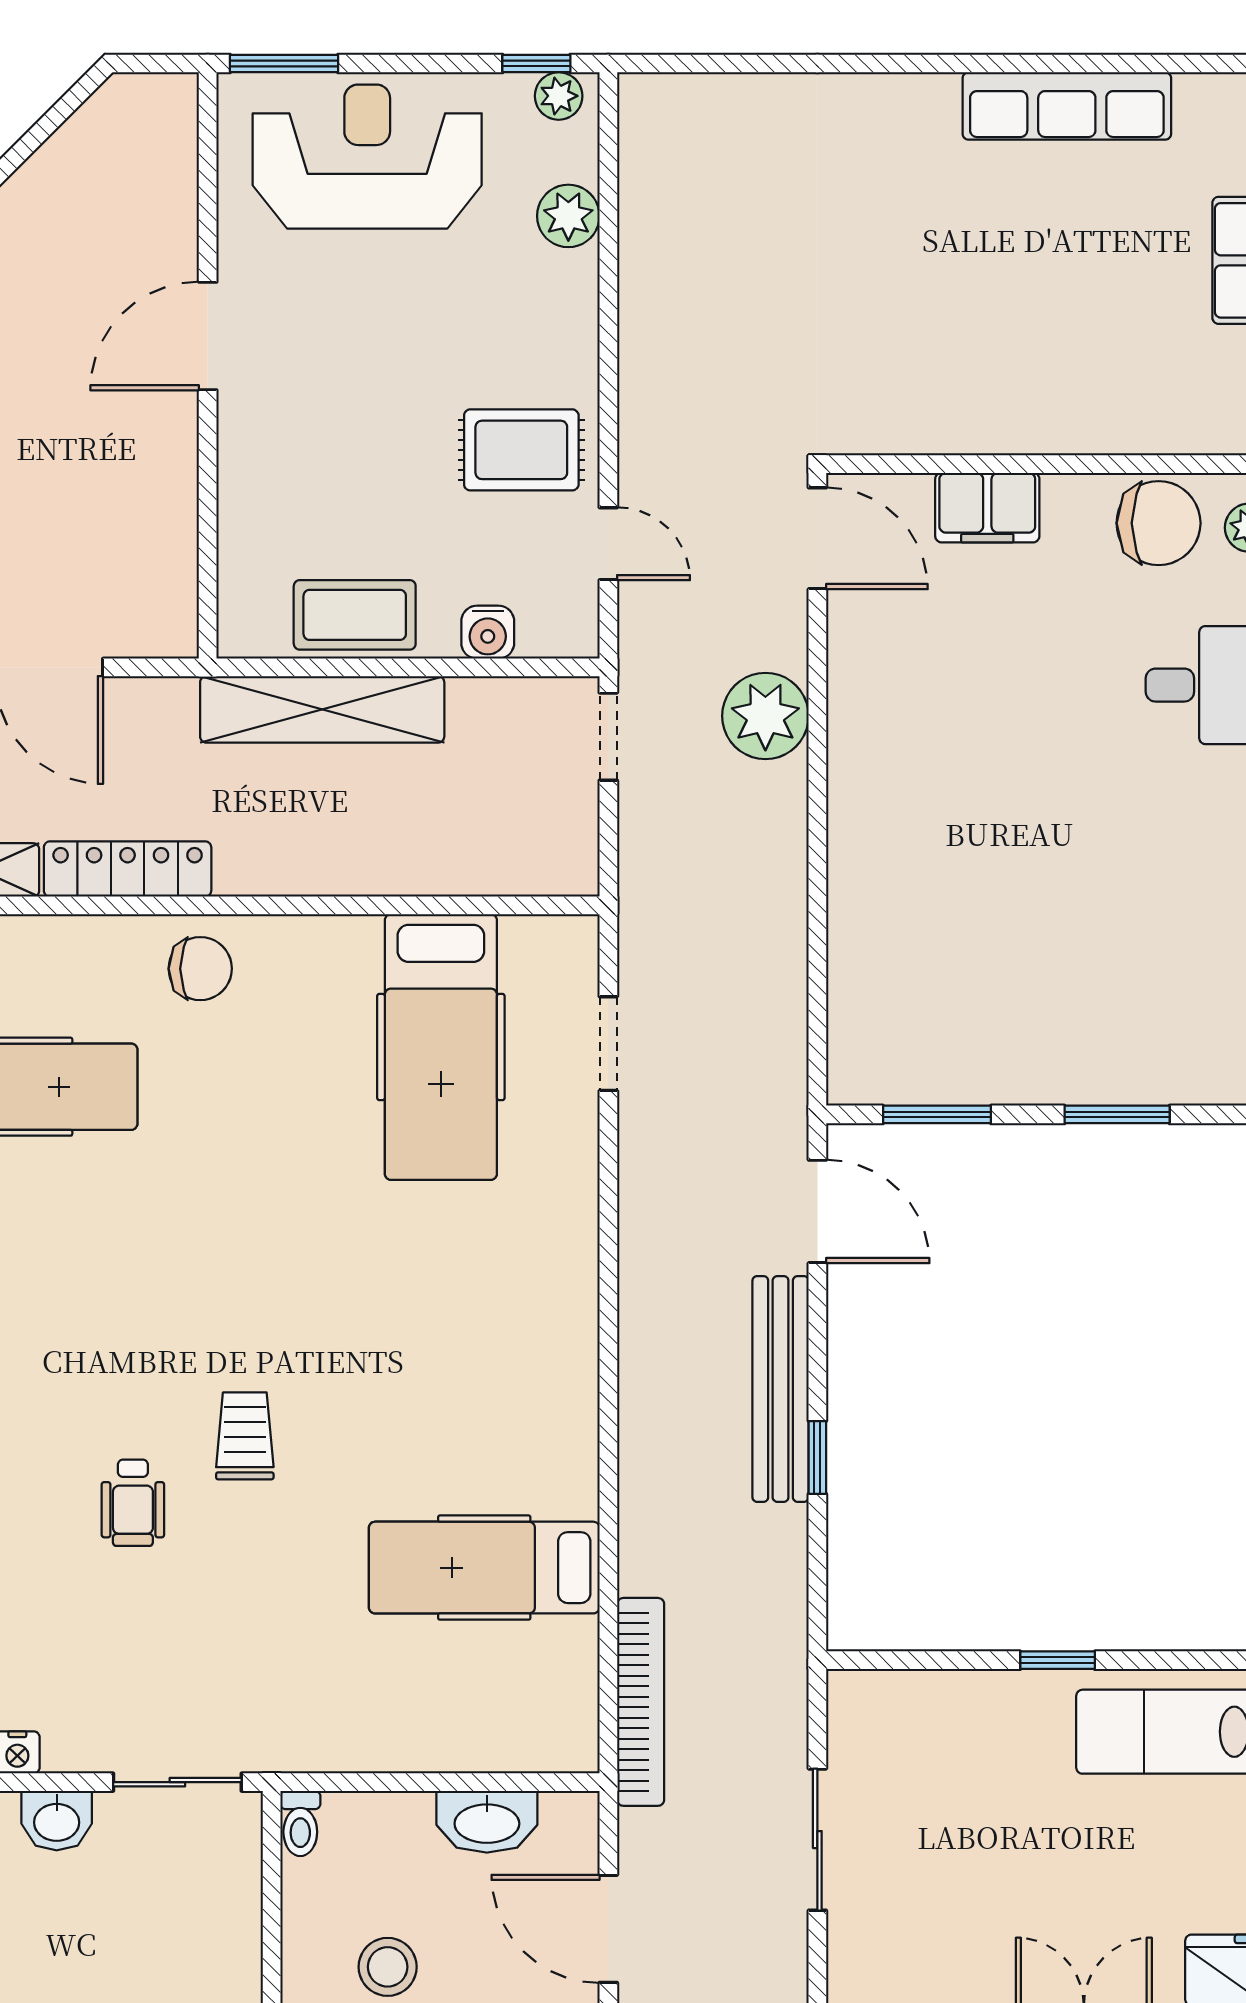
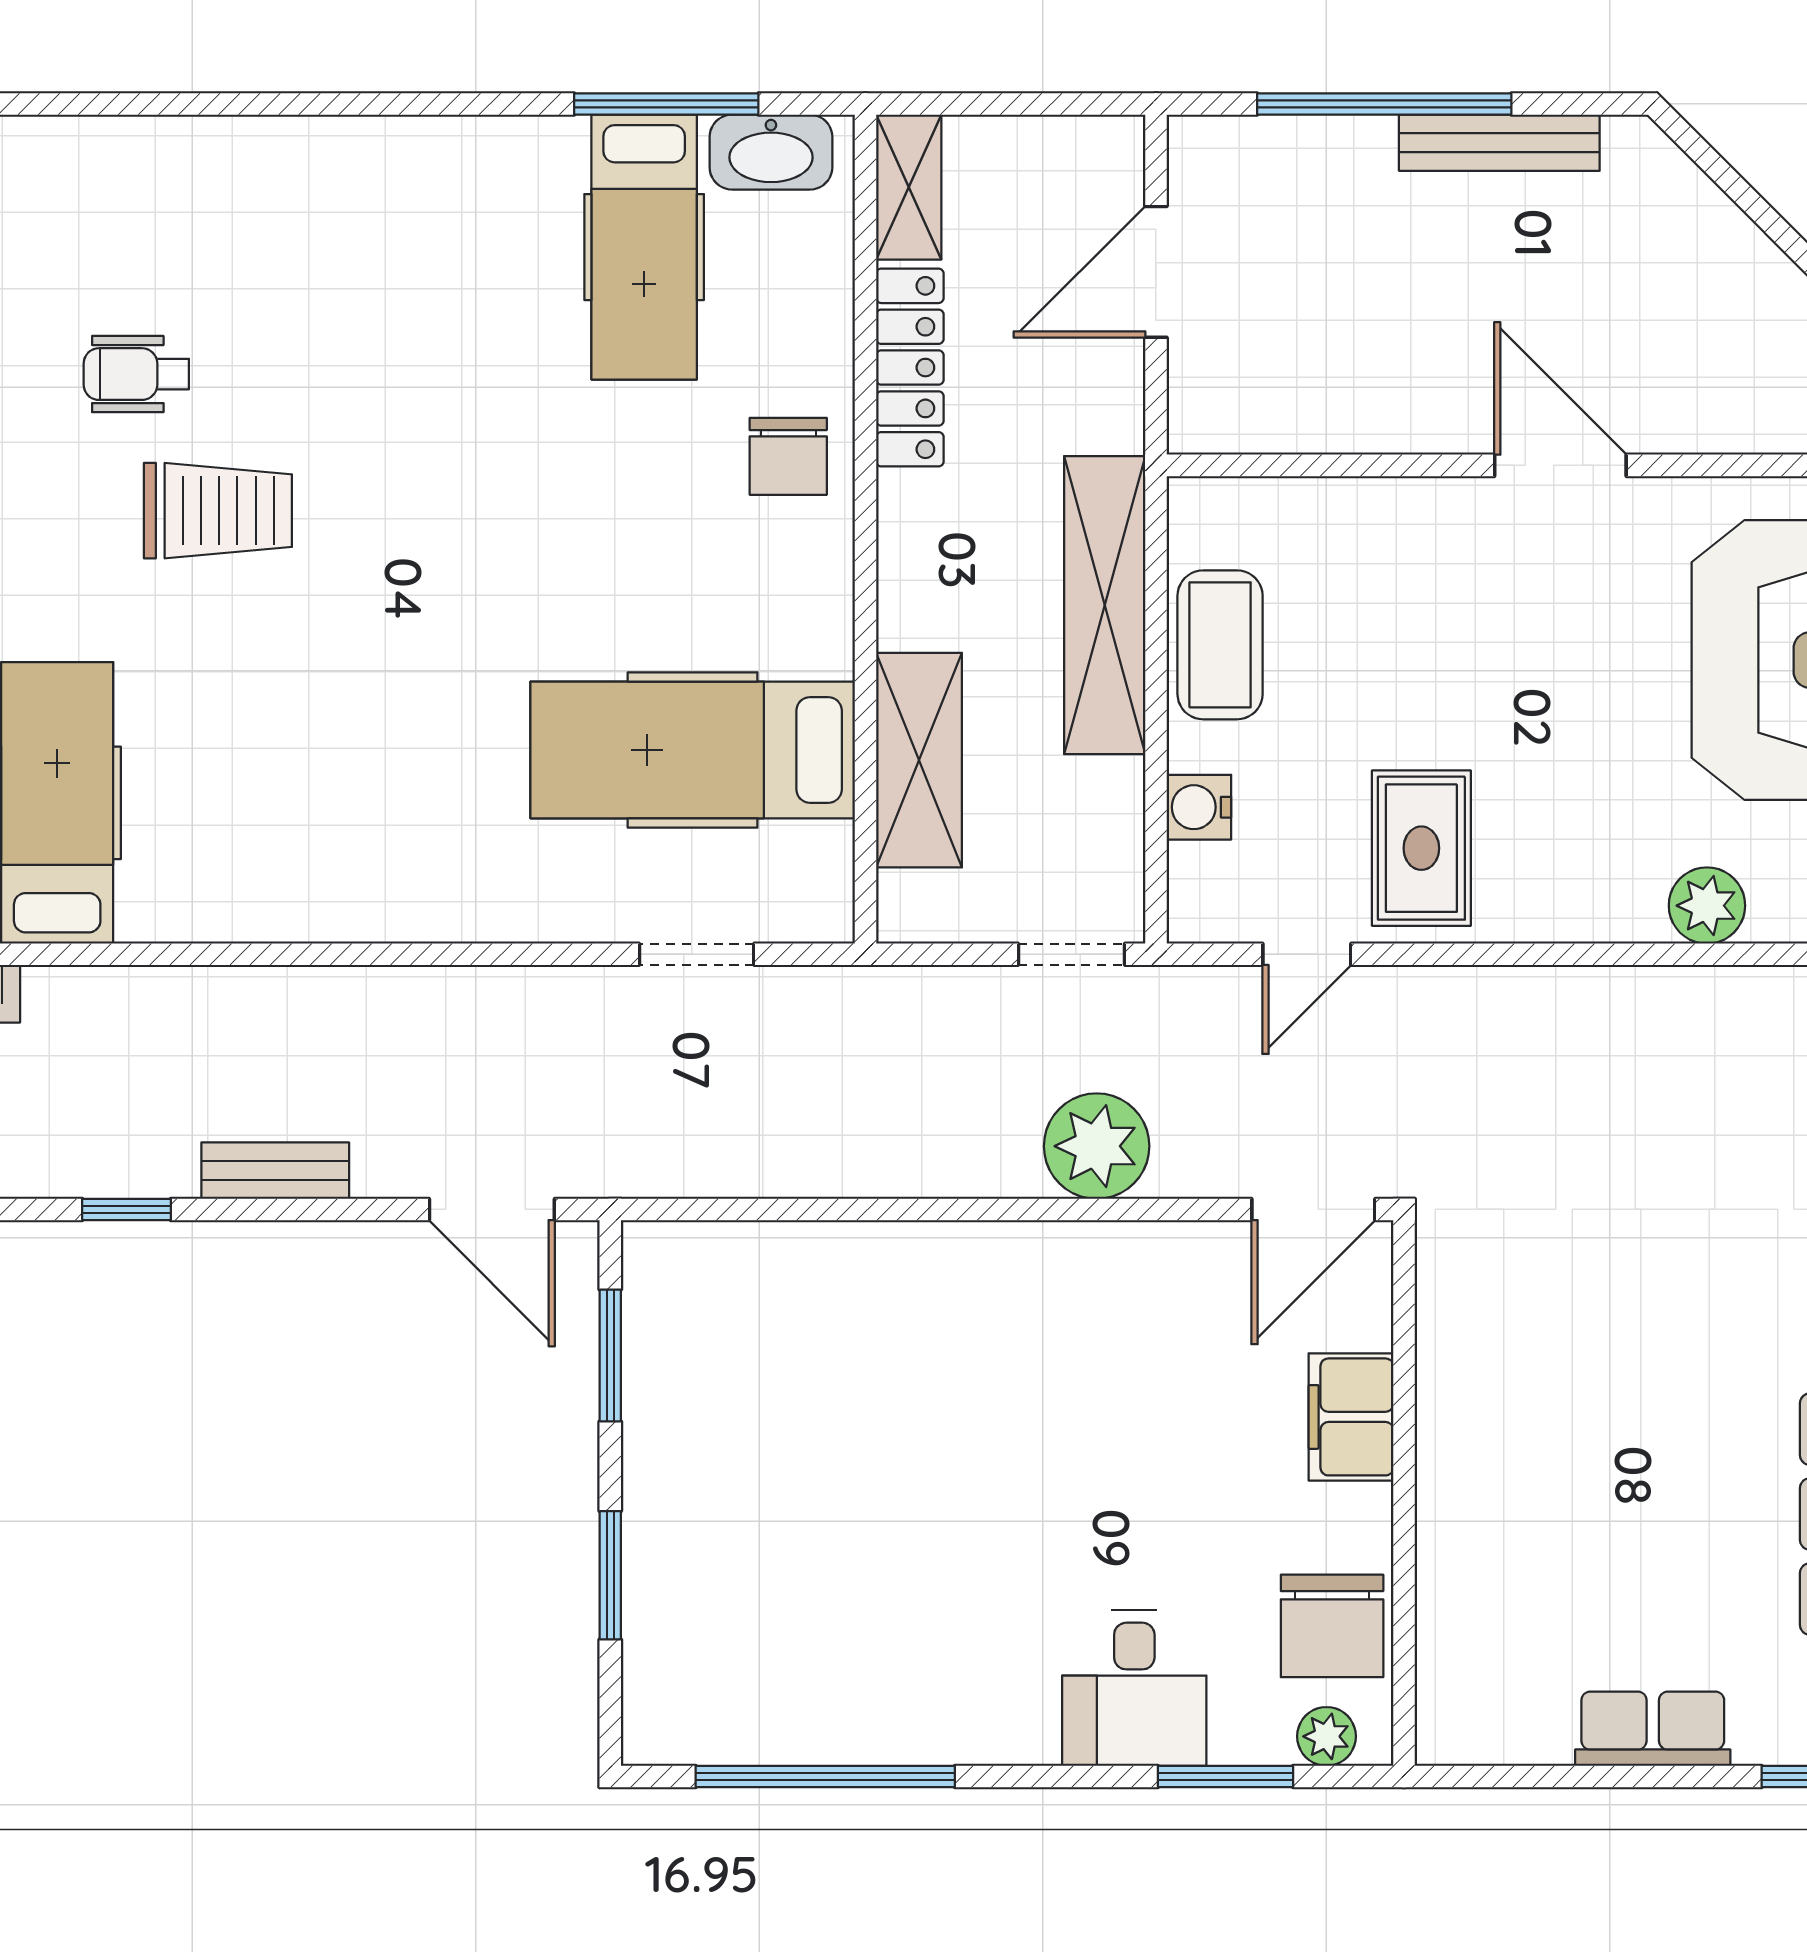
shelving: (449, 862) -> (919, 760), added
door: (817, 1211) -> (492, 1209), hinge flipped
bench: (781, 1389) -> (275, 1171), width x0.54, depth x0.82
trolley: (245, 1436) -> (218, 511), width x1.36, depth x1.39
window: (817, 1457) -> (127, 1209), moved

